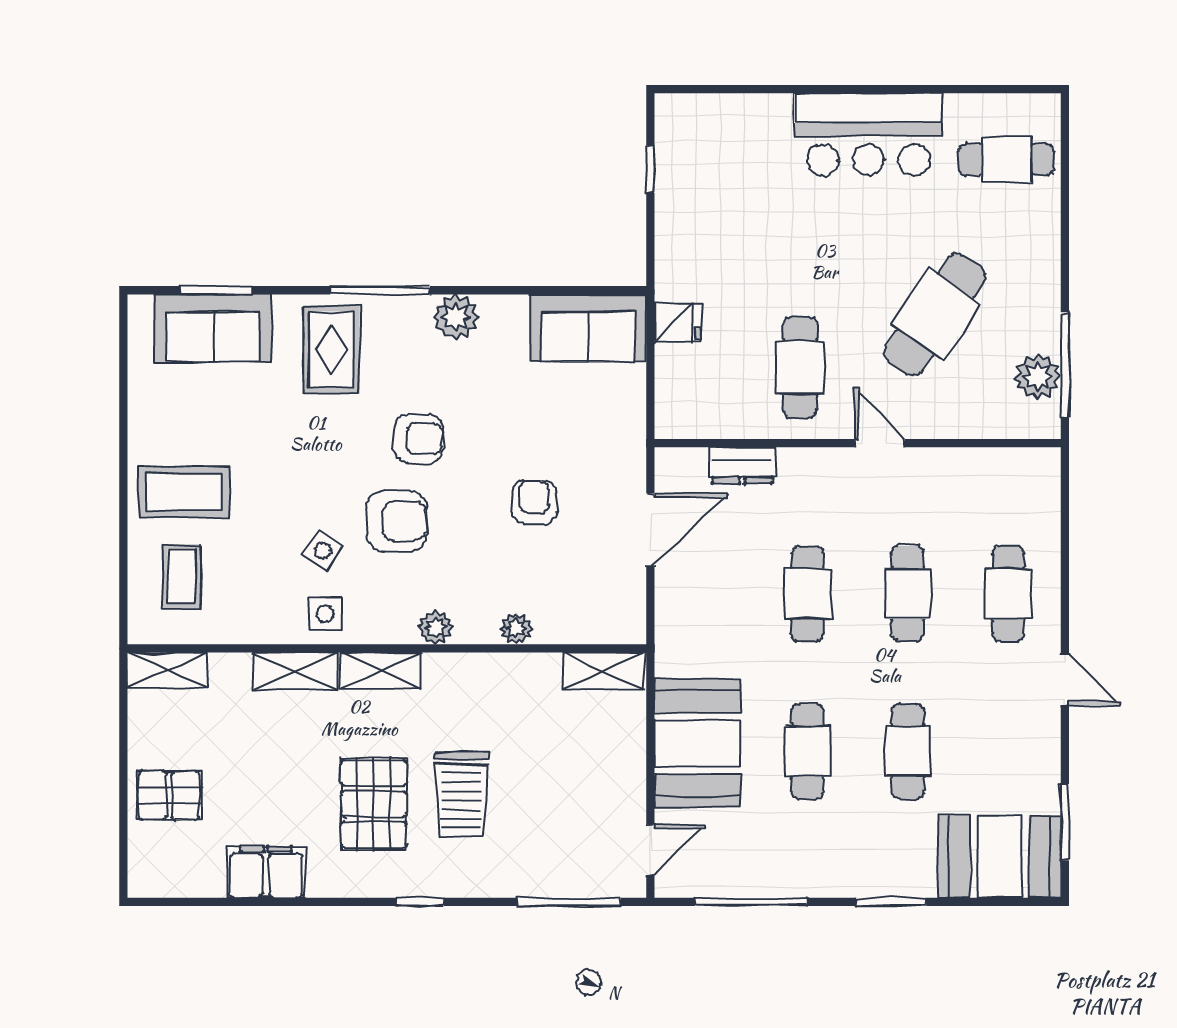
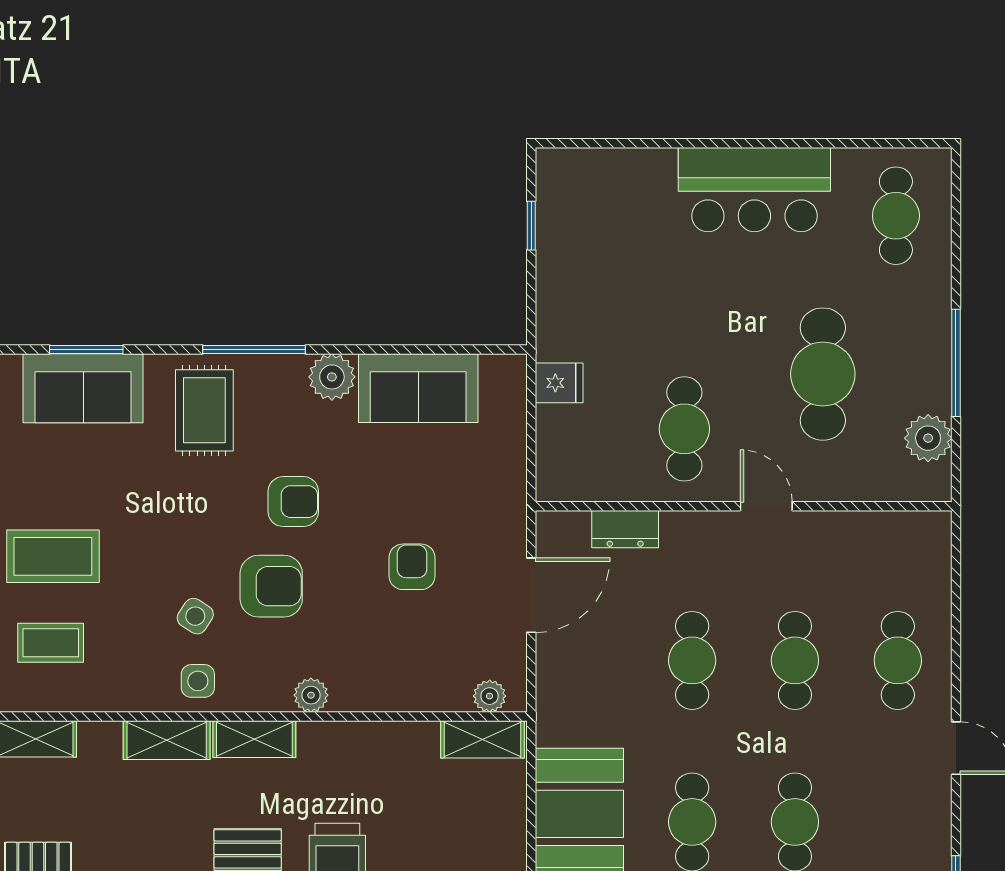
cafe table: (1006, 160) -> (896, 216), turned 90
cafe table: (935, 314) -> (823, 374), turned -35
sofa: (588, 328) -> (418, 388), moved
window: (1065, 365) -> (956, 363), moved
coffee table: (182, 576) -> (51, 643), turned 90
plant: (516, 628) -> (490, 696), moved

